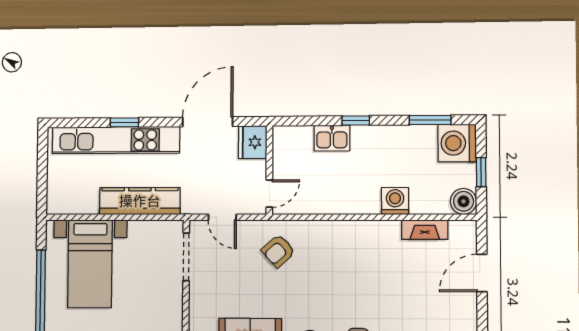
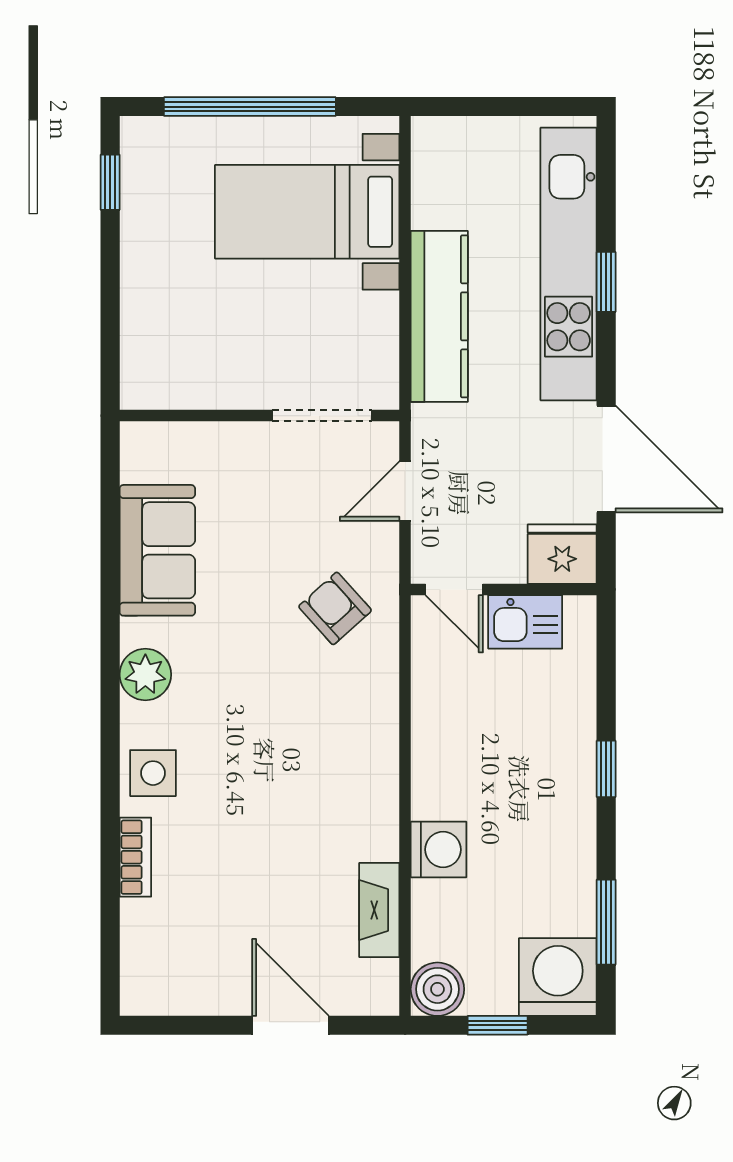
kitchen sink: (332, 138) -> (525, 622), moved, turned -90

